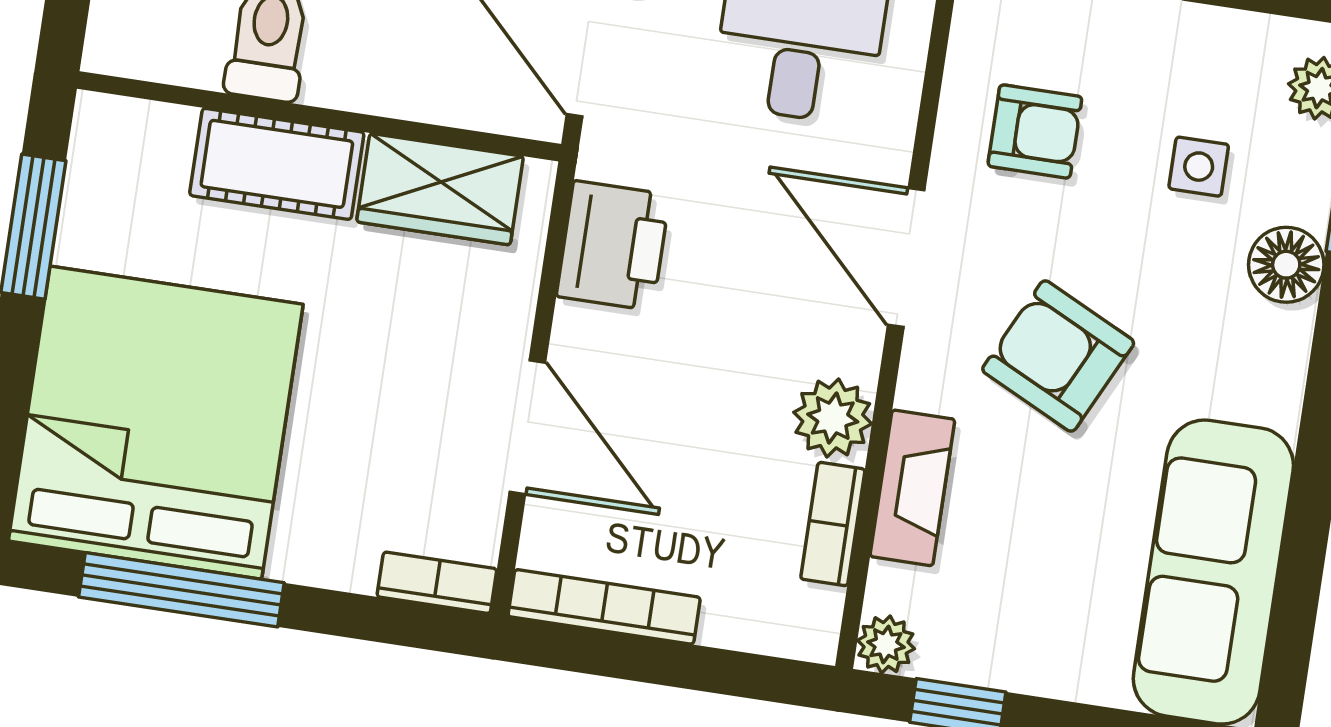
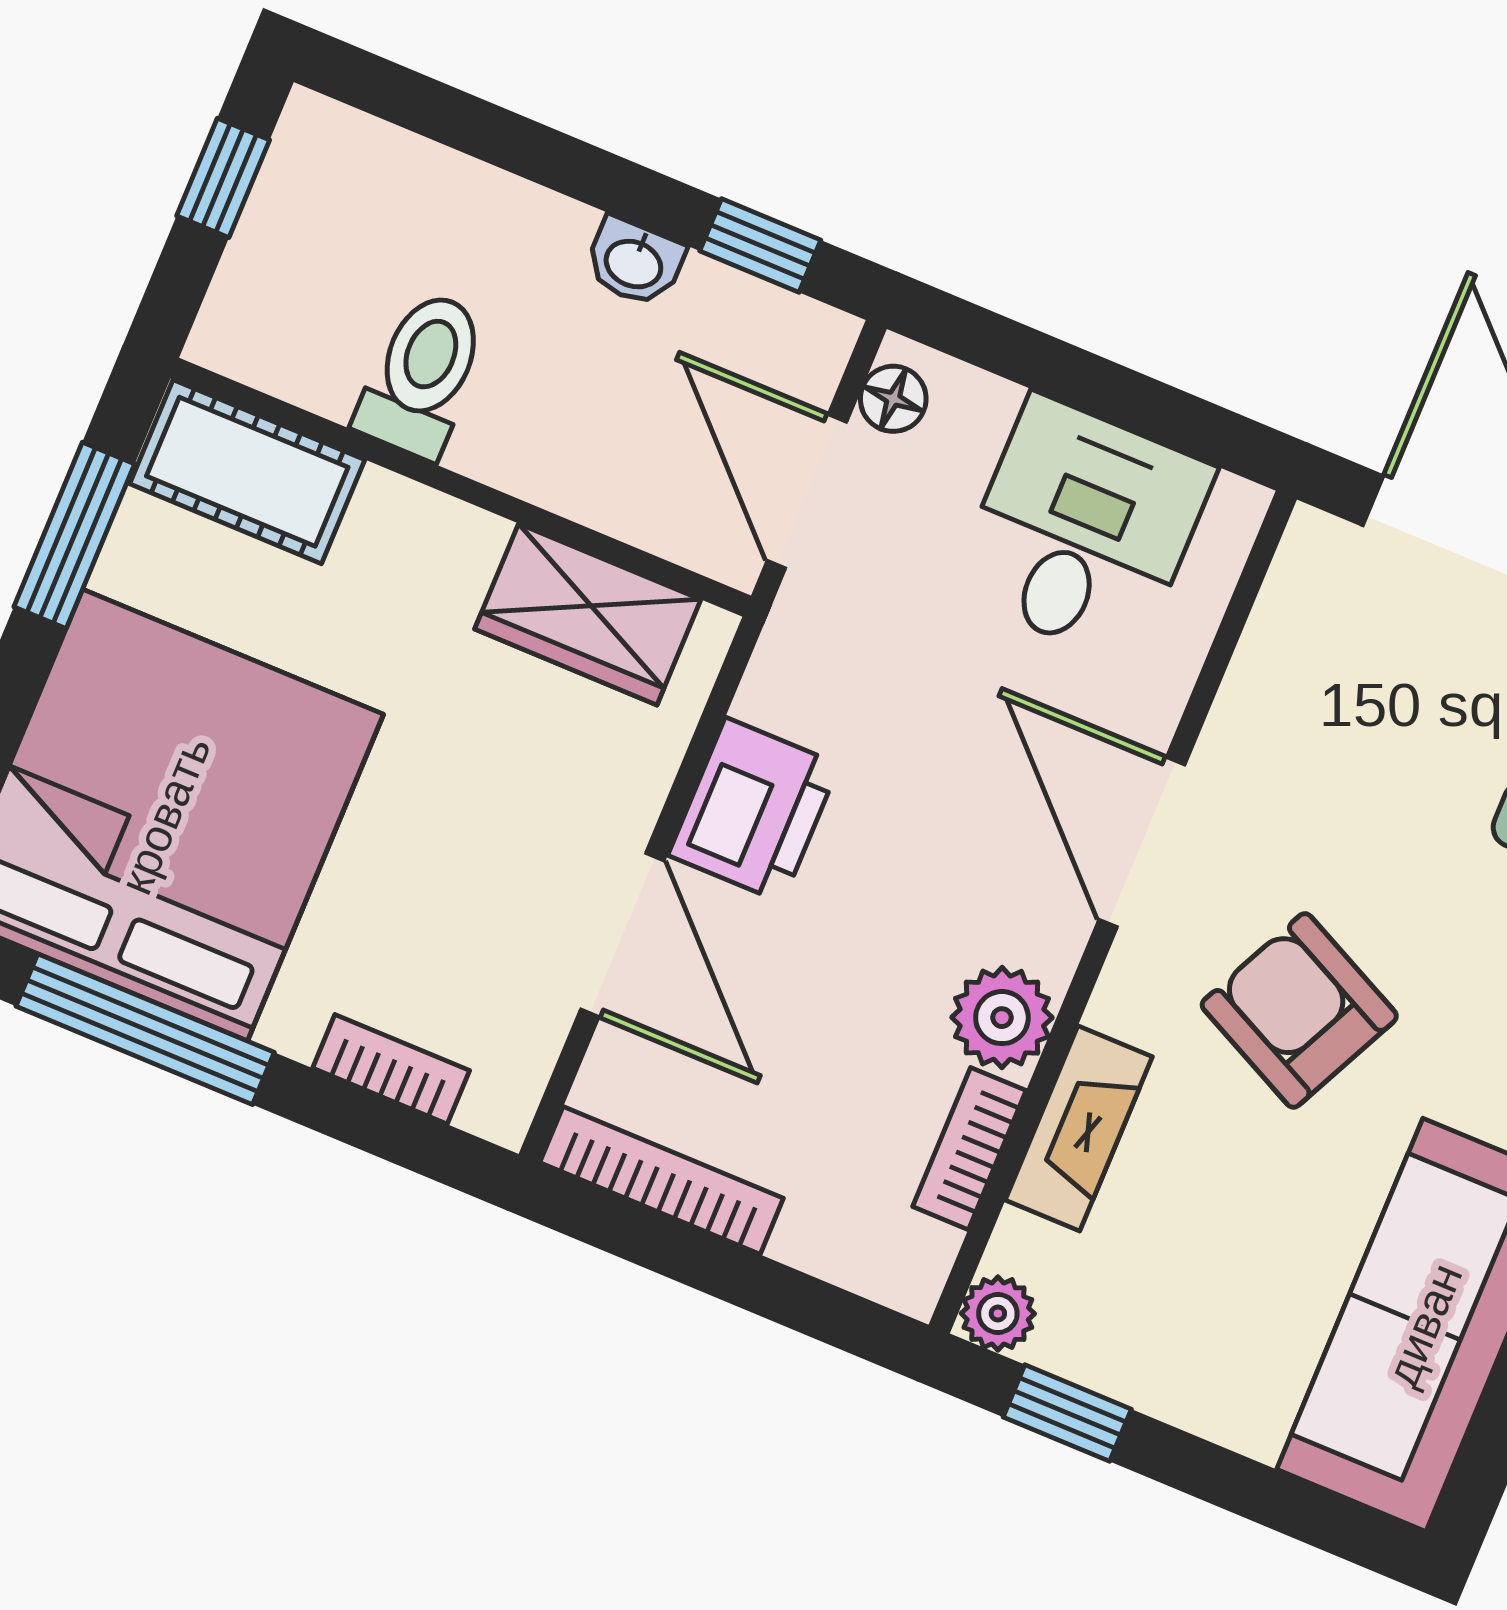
armchair: (1035, 131) -> (1340, 726), removed
cot: (277, 164) -> (247, 472), moved
printer: (613, 246) -> (754, 810), moved
bookcase: (437, 583) -> (391, 1069), moved

